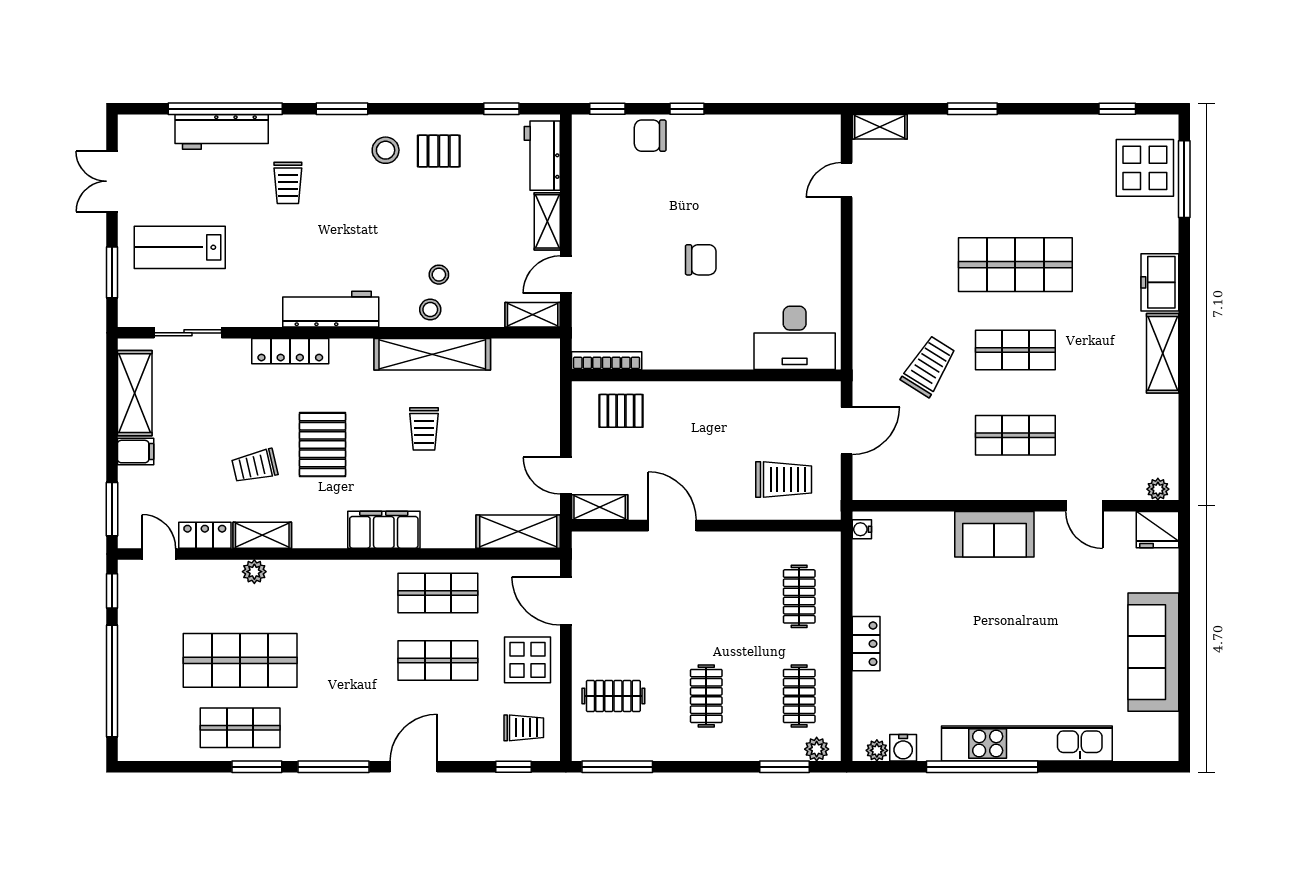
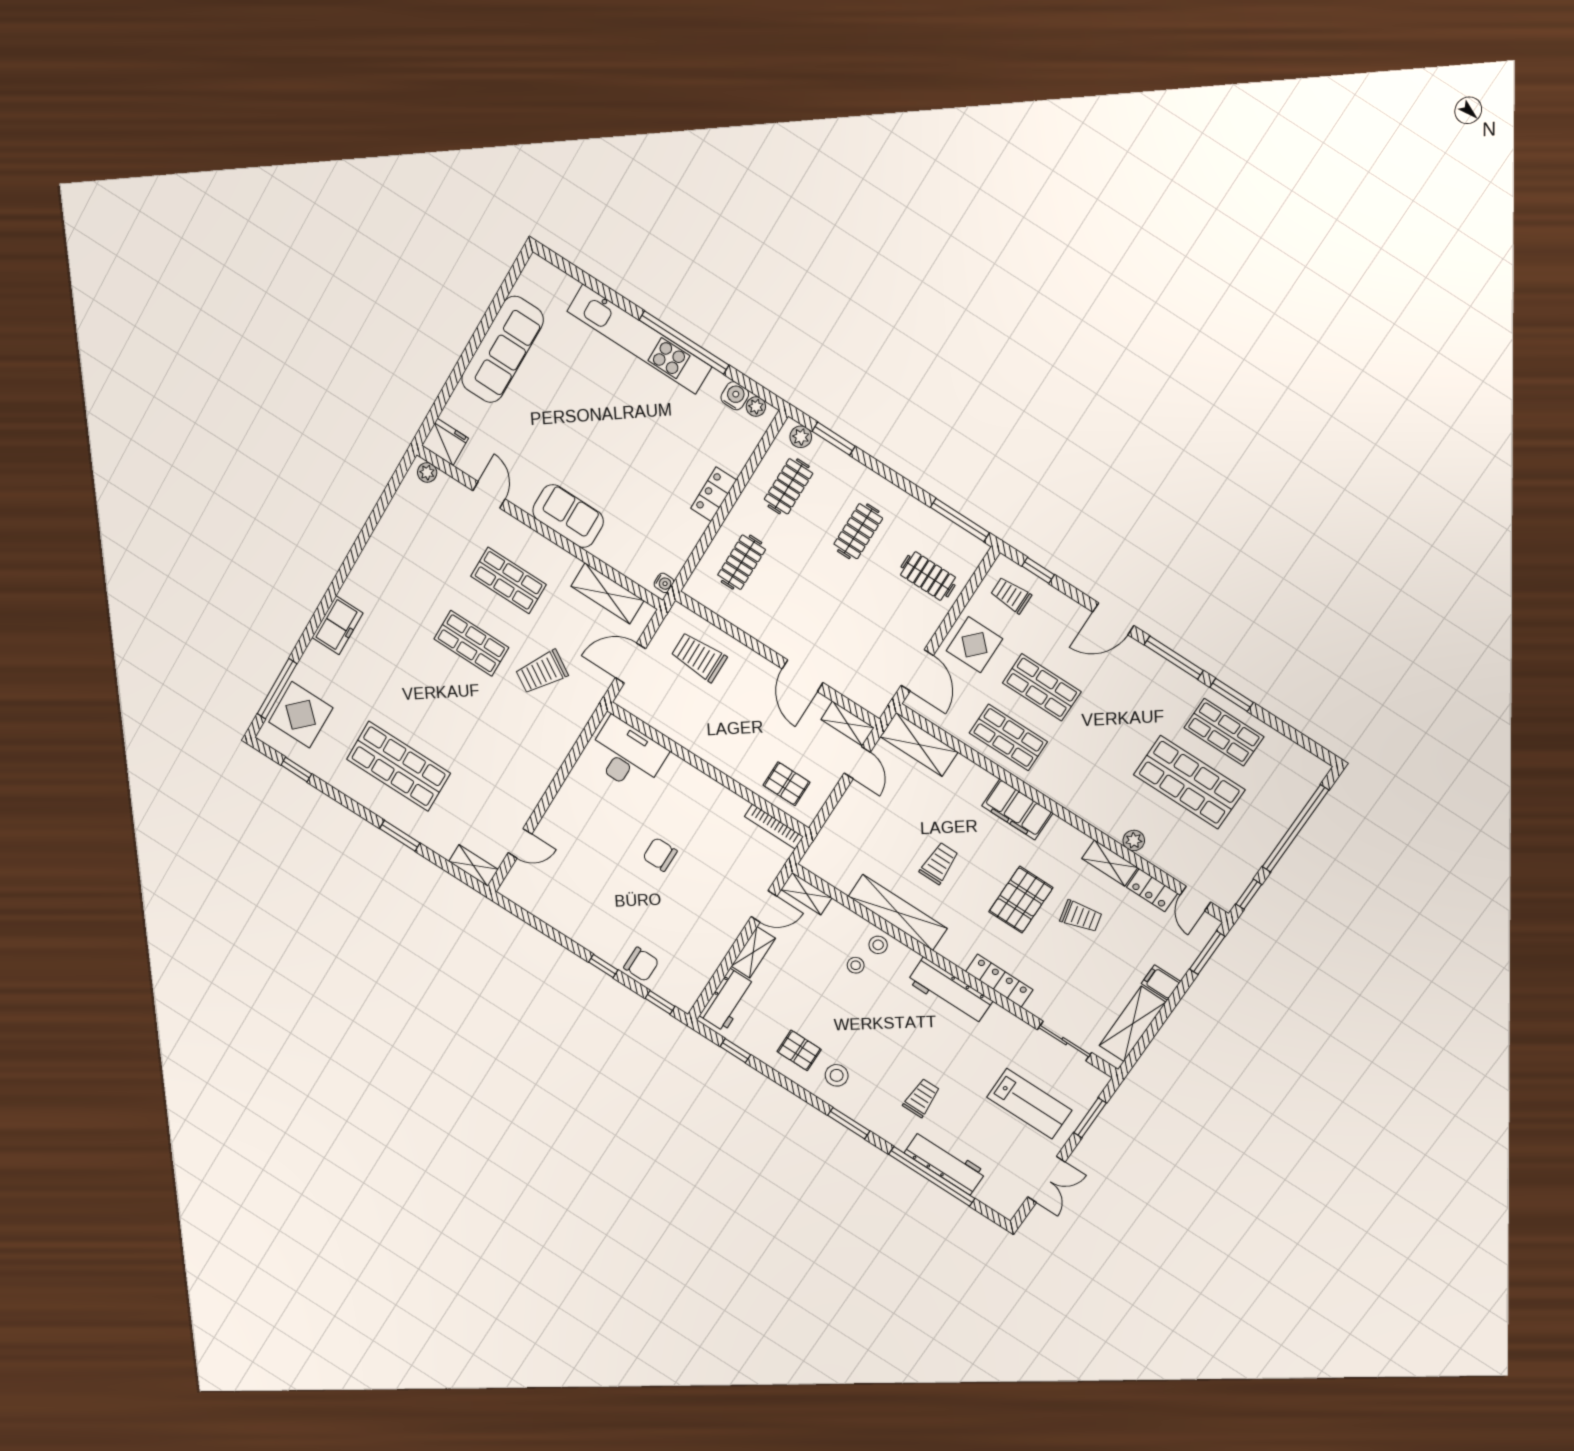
shop shelf: (1015, 265) -> (398, 766), moved
shelving: (1163, 353) -> (607, 593), moved, turned 90

